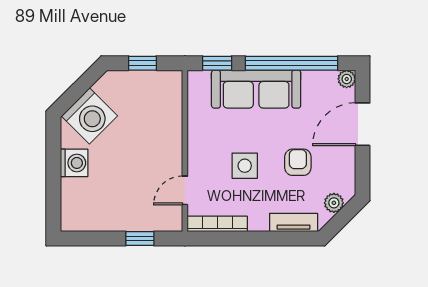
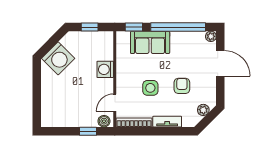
sofa: (256, 89) -> (150, 42), width x0.73
door: (362, 124) -> (220, 63), swing flipped
washing machine: (74, 163) -> (105, 69), moved, turned 180
boiler: (167, 222) -> (104, 121), added
tv unit: (294, 222) -> (167, 122), moved

